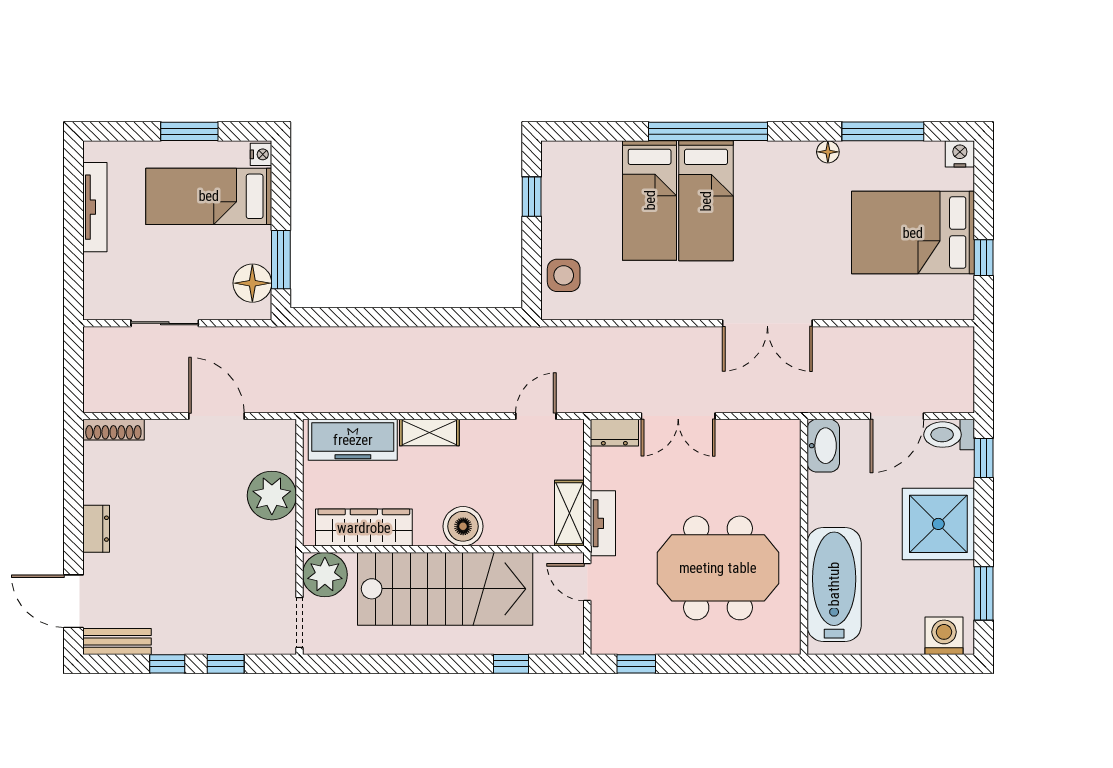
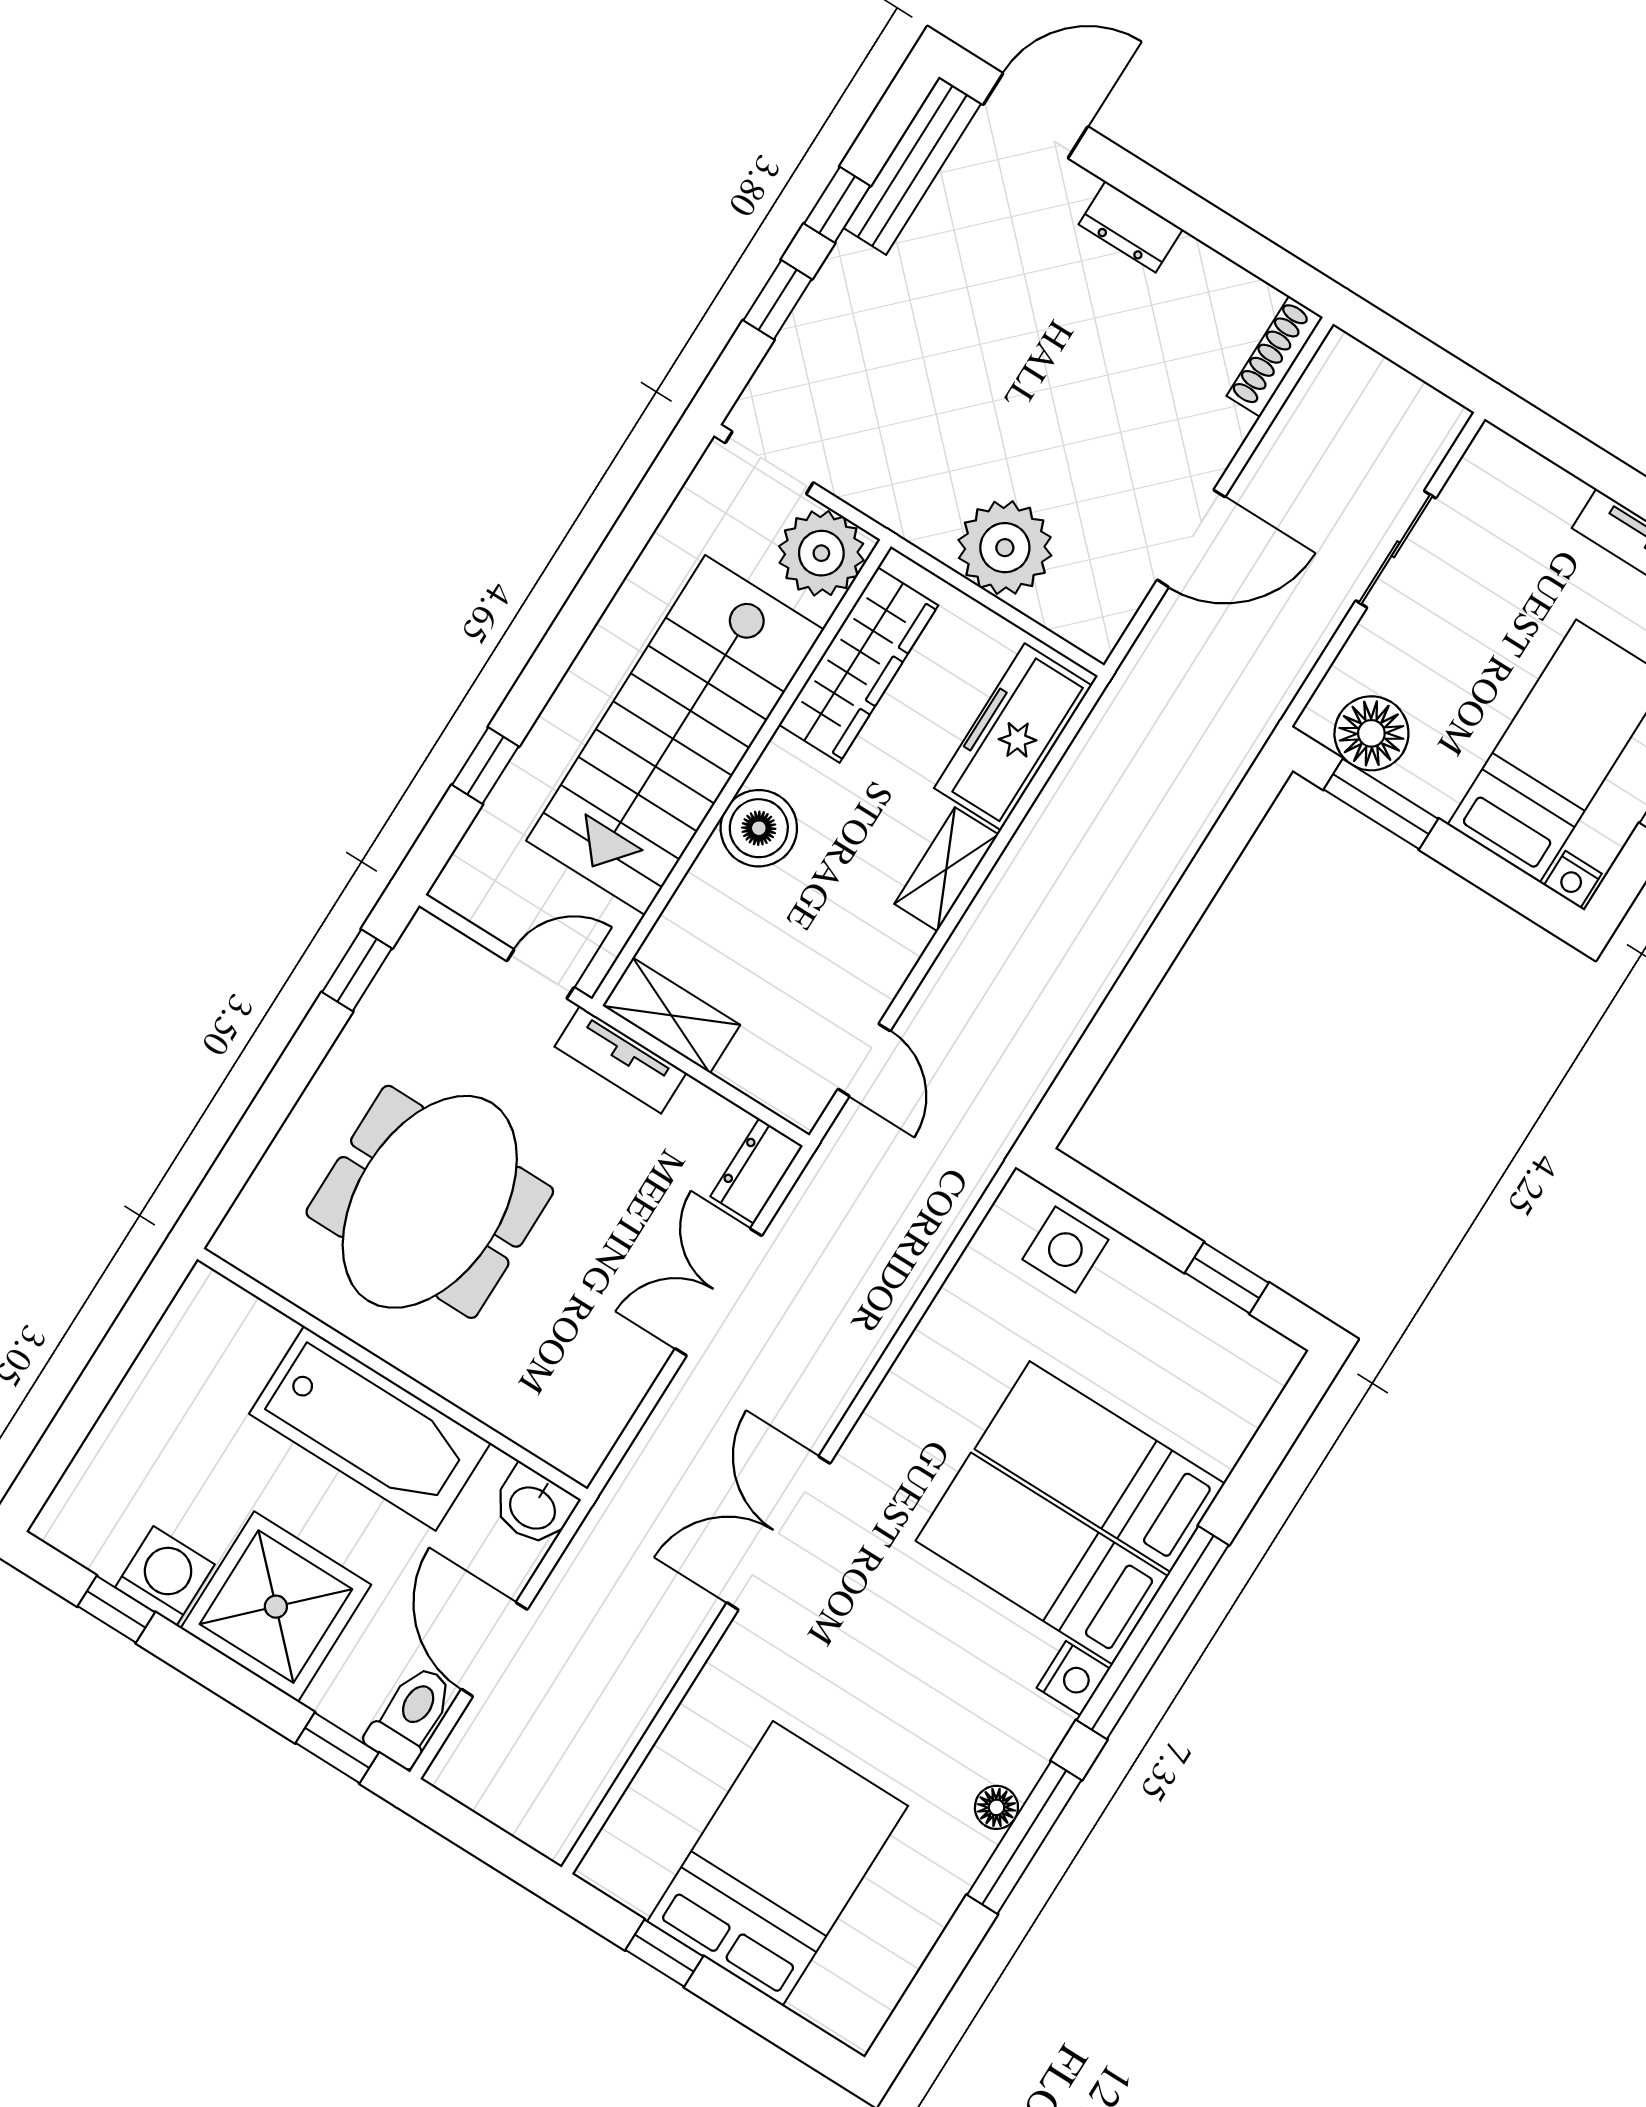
window: (883, 131) -> (1024, 1837), moved
nightstand: (960, 154) -> (1073, 1678), moved
washbasin: (823, 446) -> (533, 1506), width x0.72
bathtub: (834, 584) -> (370, 1428), moved
window: (984, 593) -> (116, 1609), width x0.67
washing machine: (944, 636) -> (165, 1576), moved, turned -90
bench: (117, 641) -> (913, 166), width x1.36

